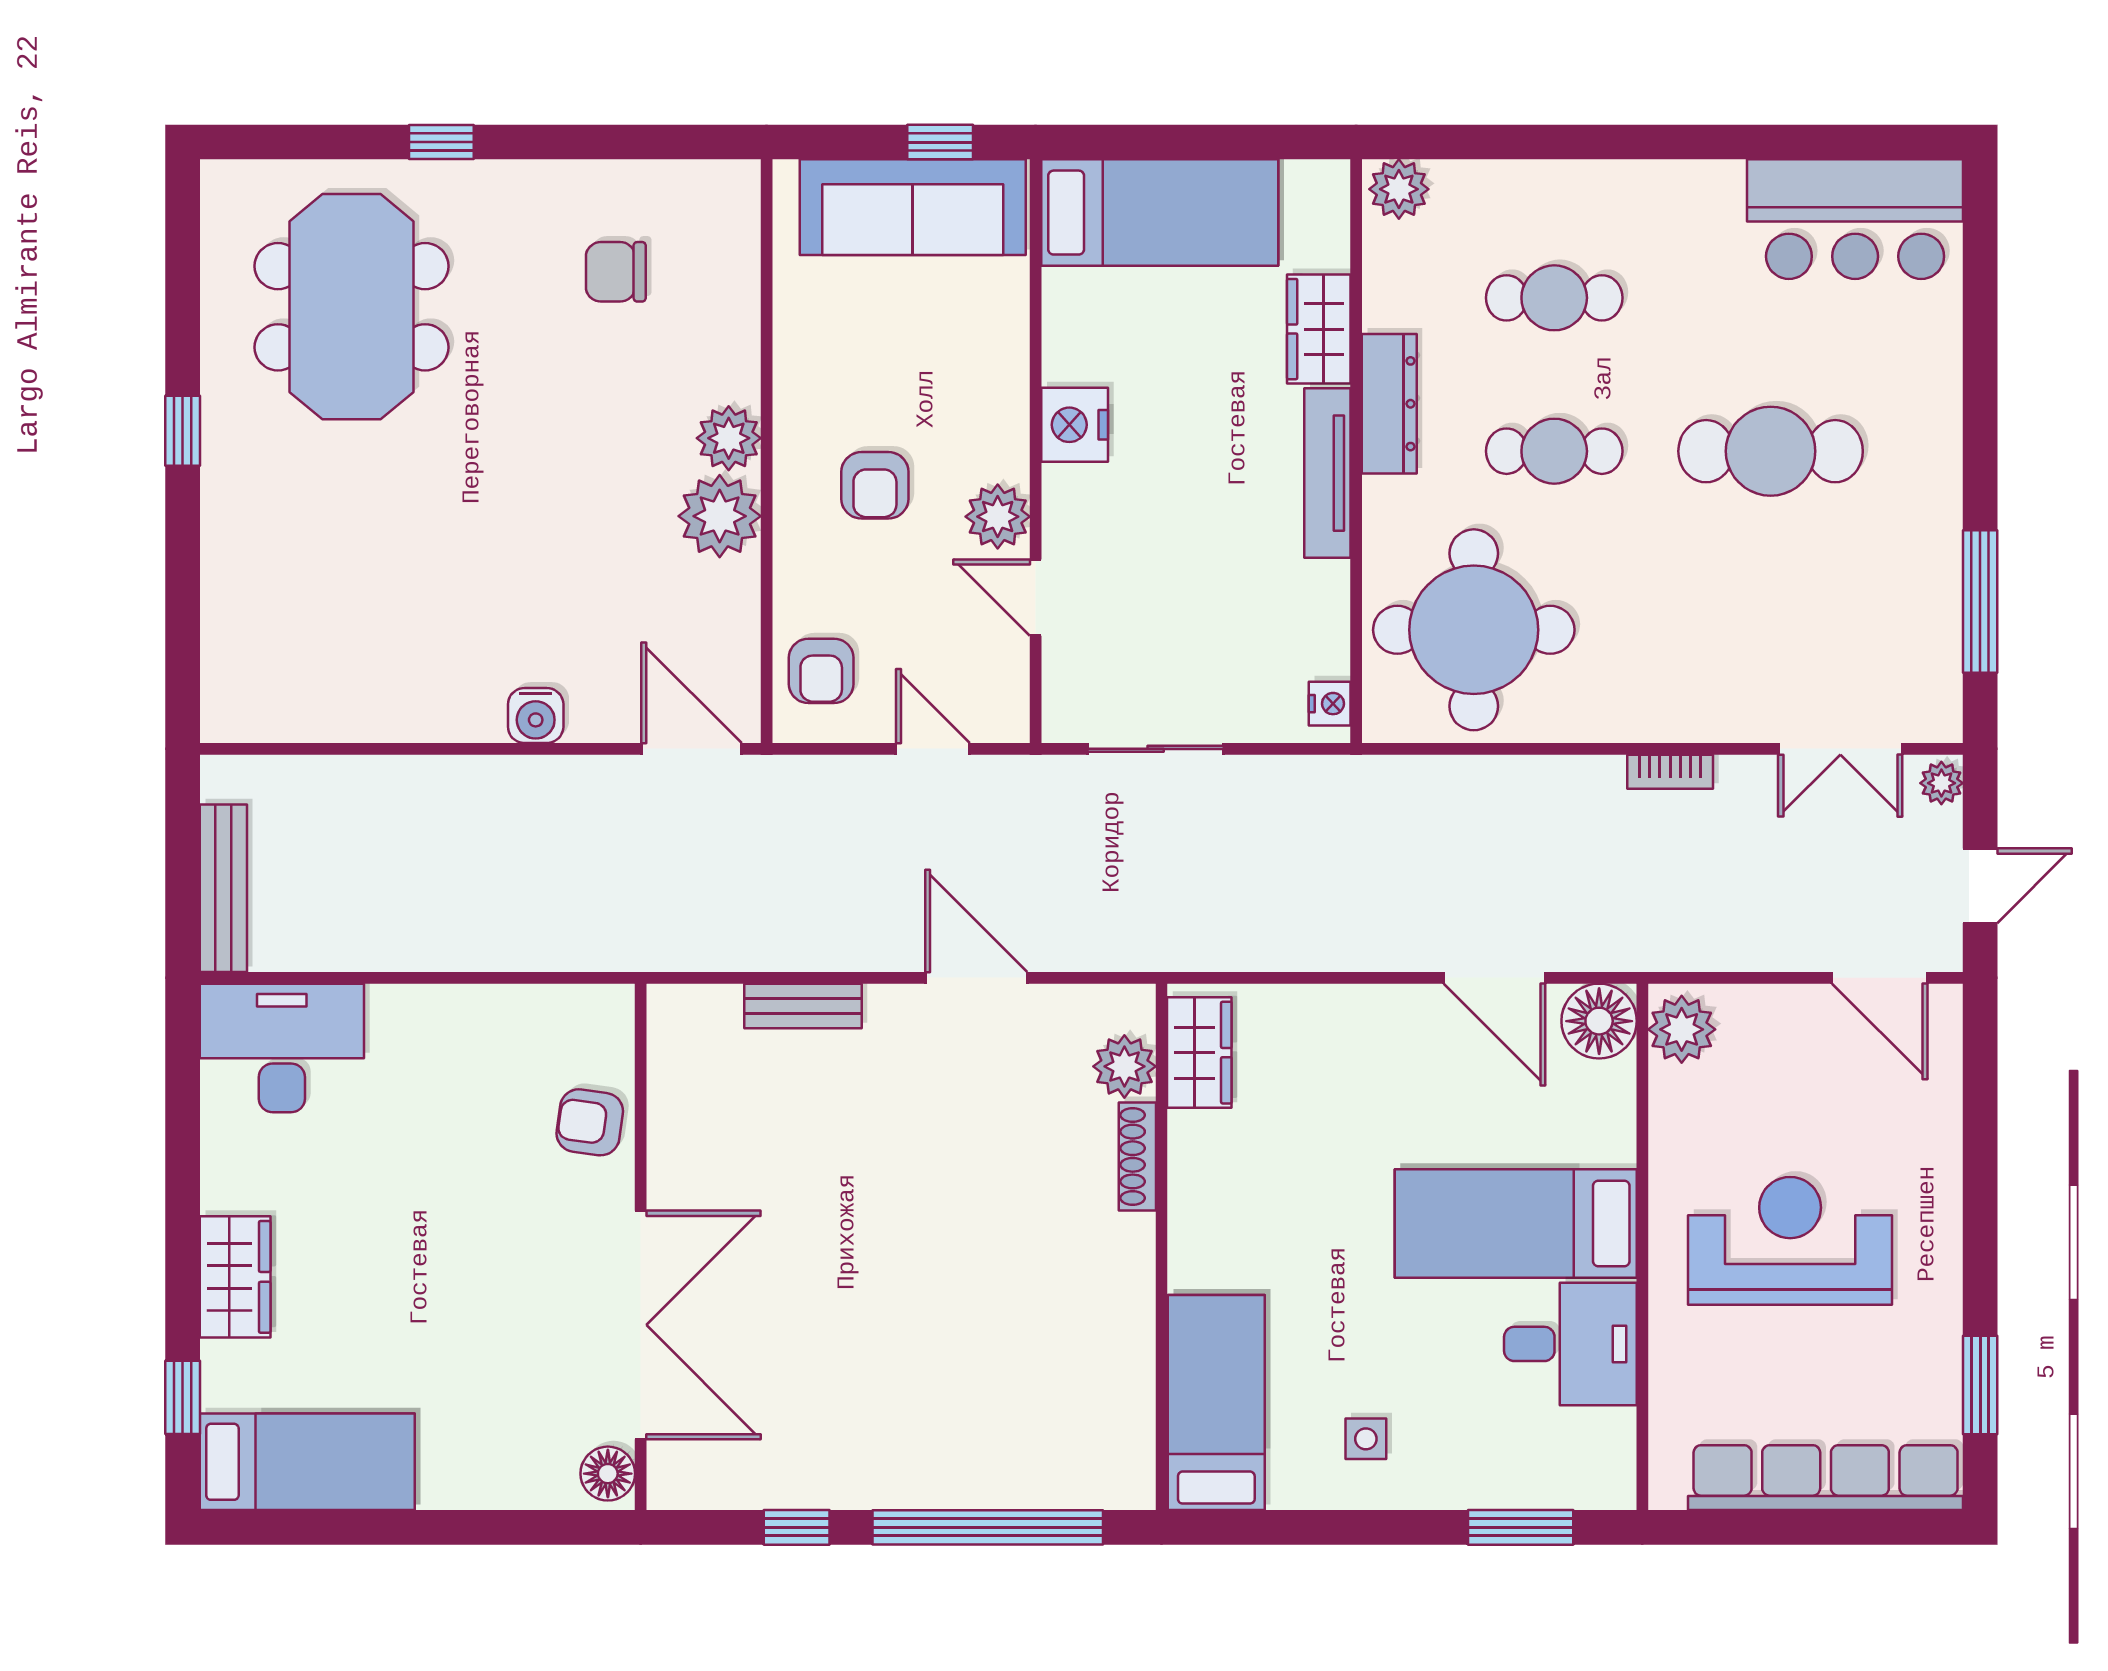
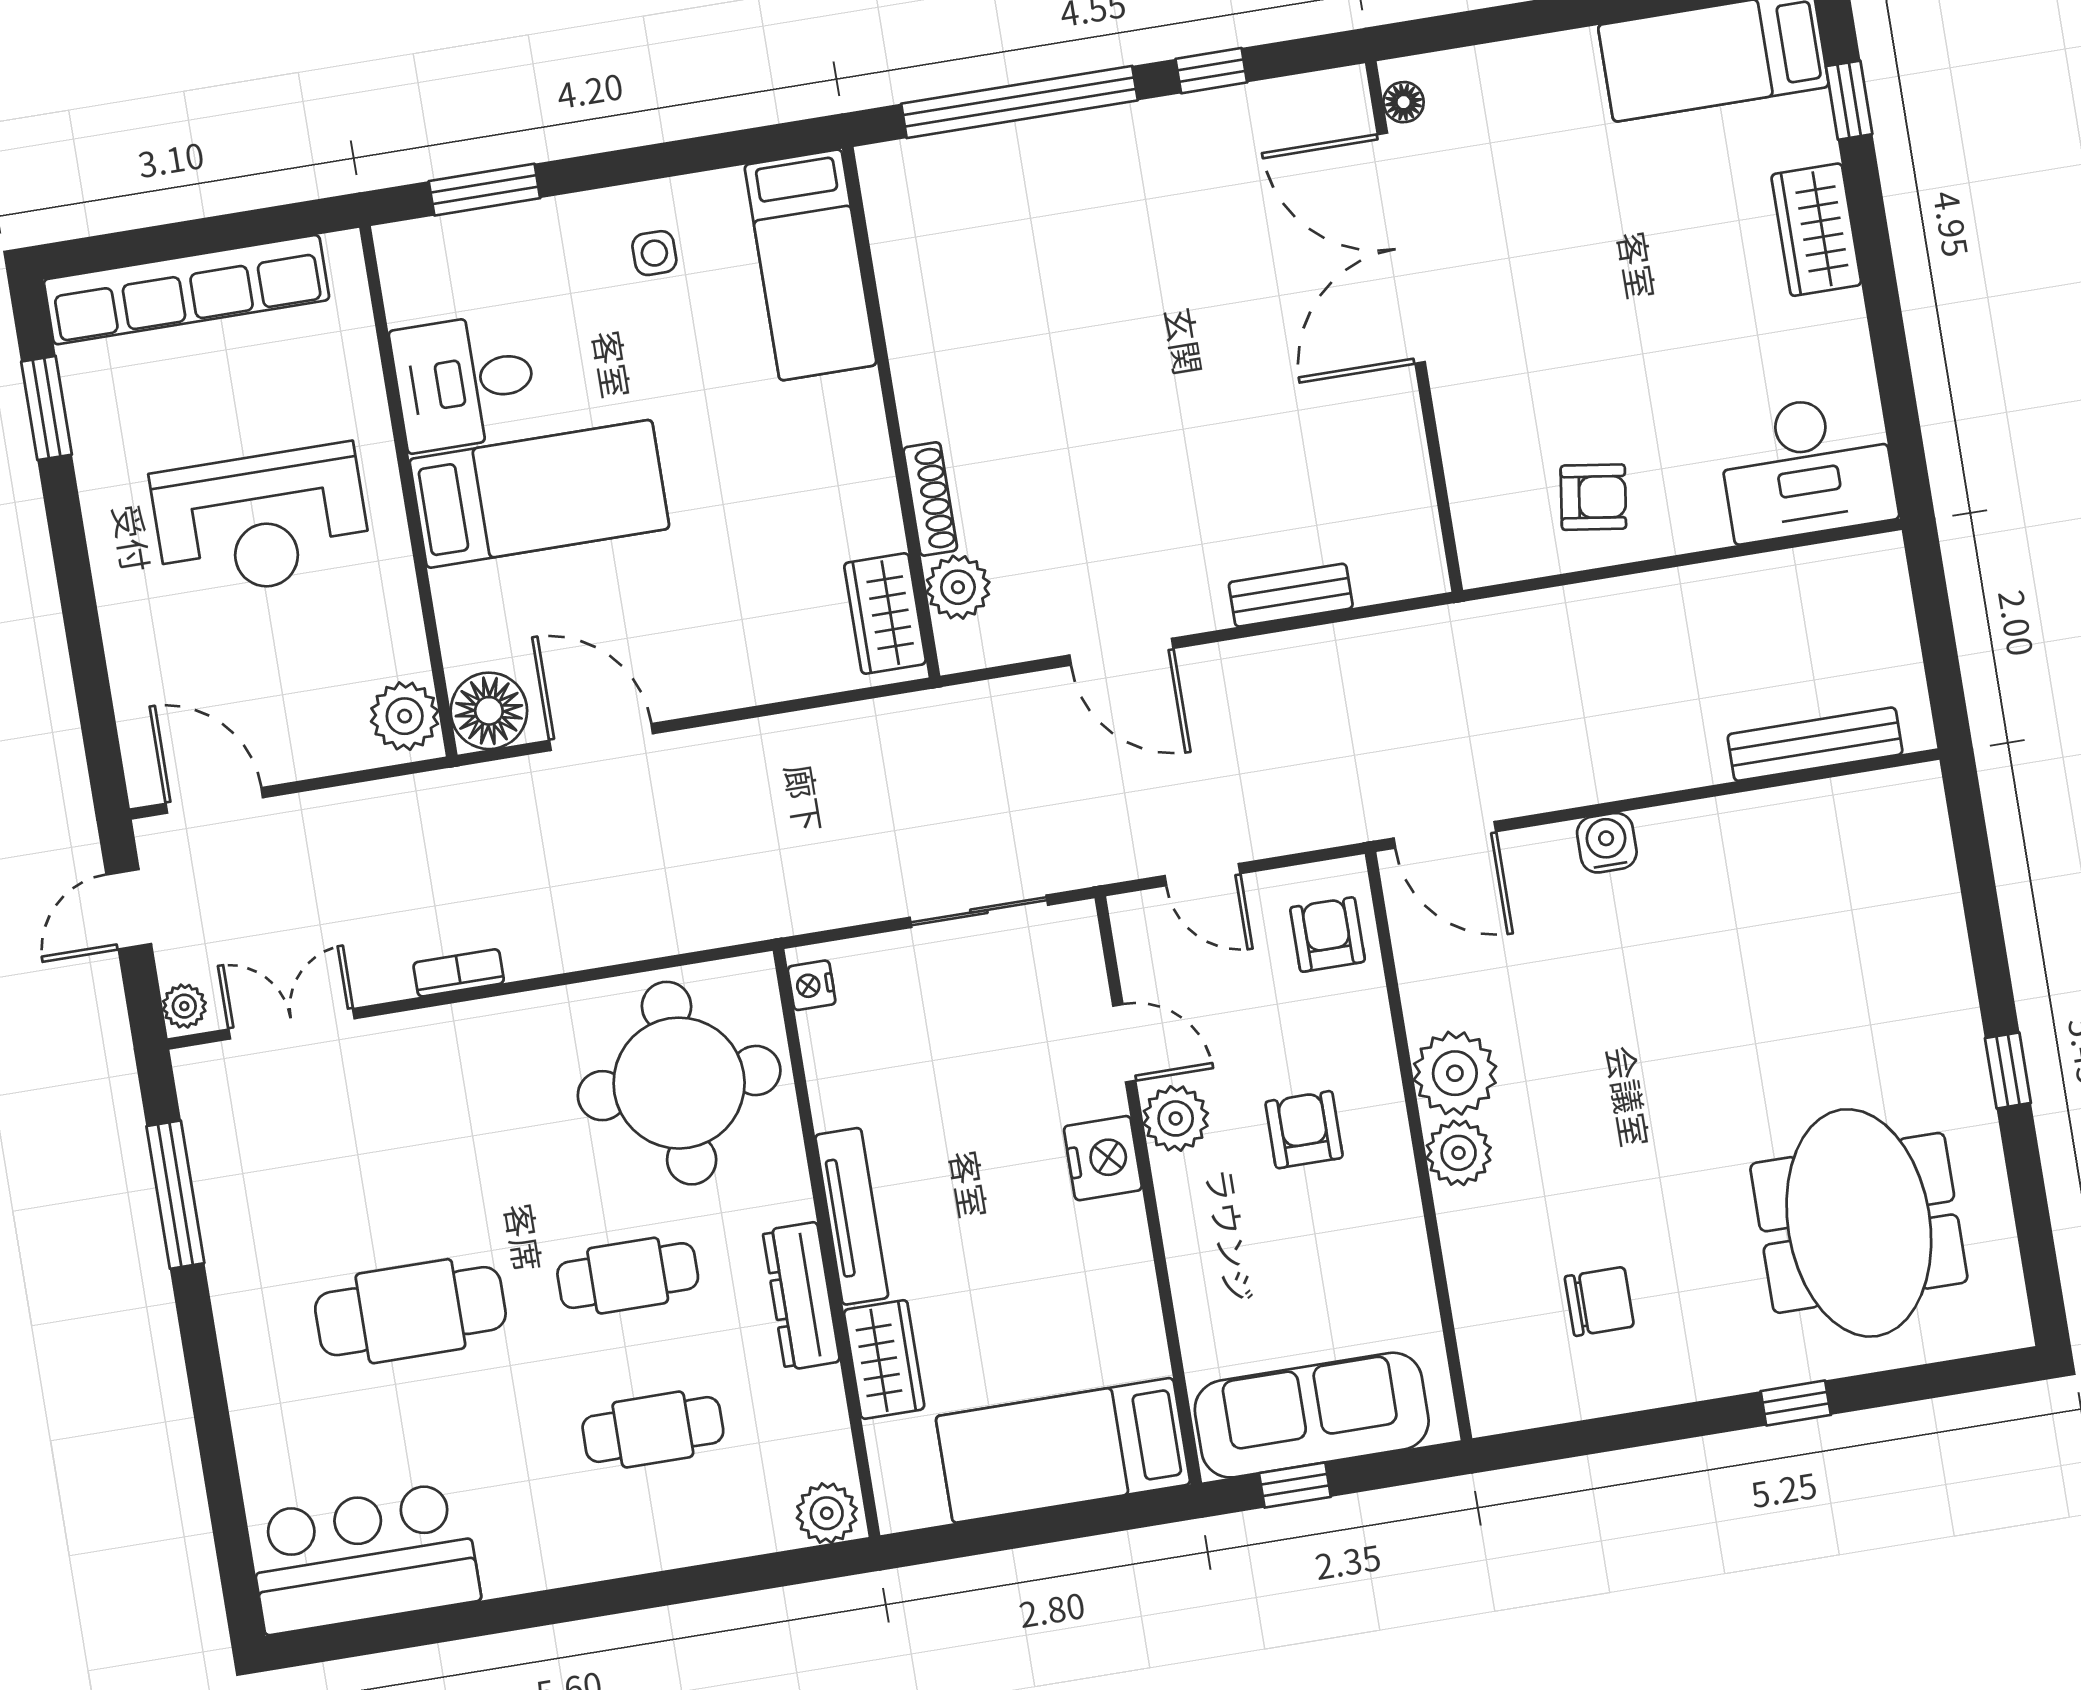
nightstand: (1075, 425) -> (1103, 1158), moved
bench: (223, 888) -> (1815, 744), moved, turned 90
armchair: (590, 1122) -> (1593, 497), moved
floor lamp: (608, 1474) -> (1404, 102), width x0.73, depth x0.73

